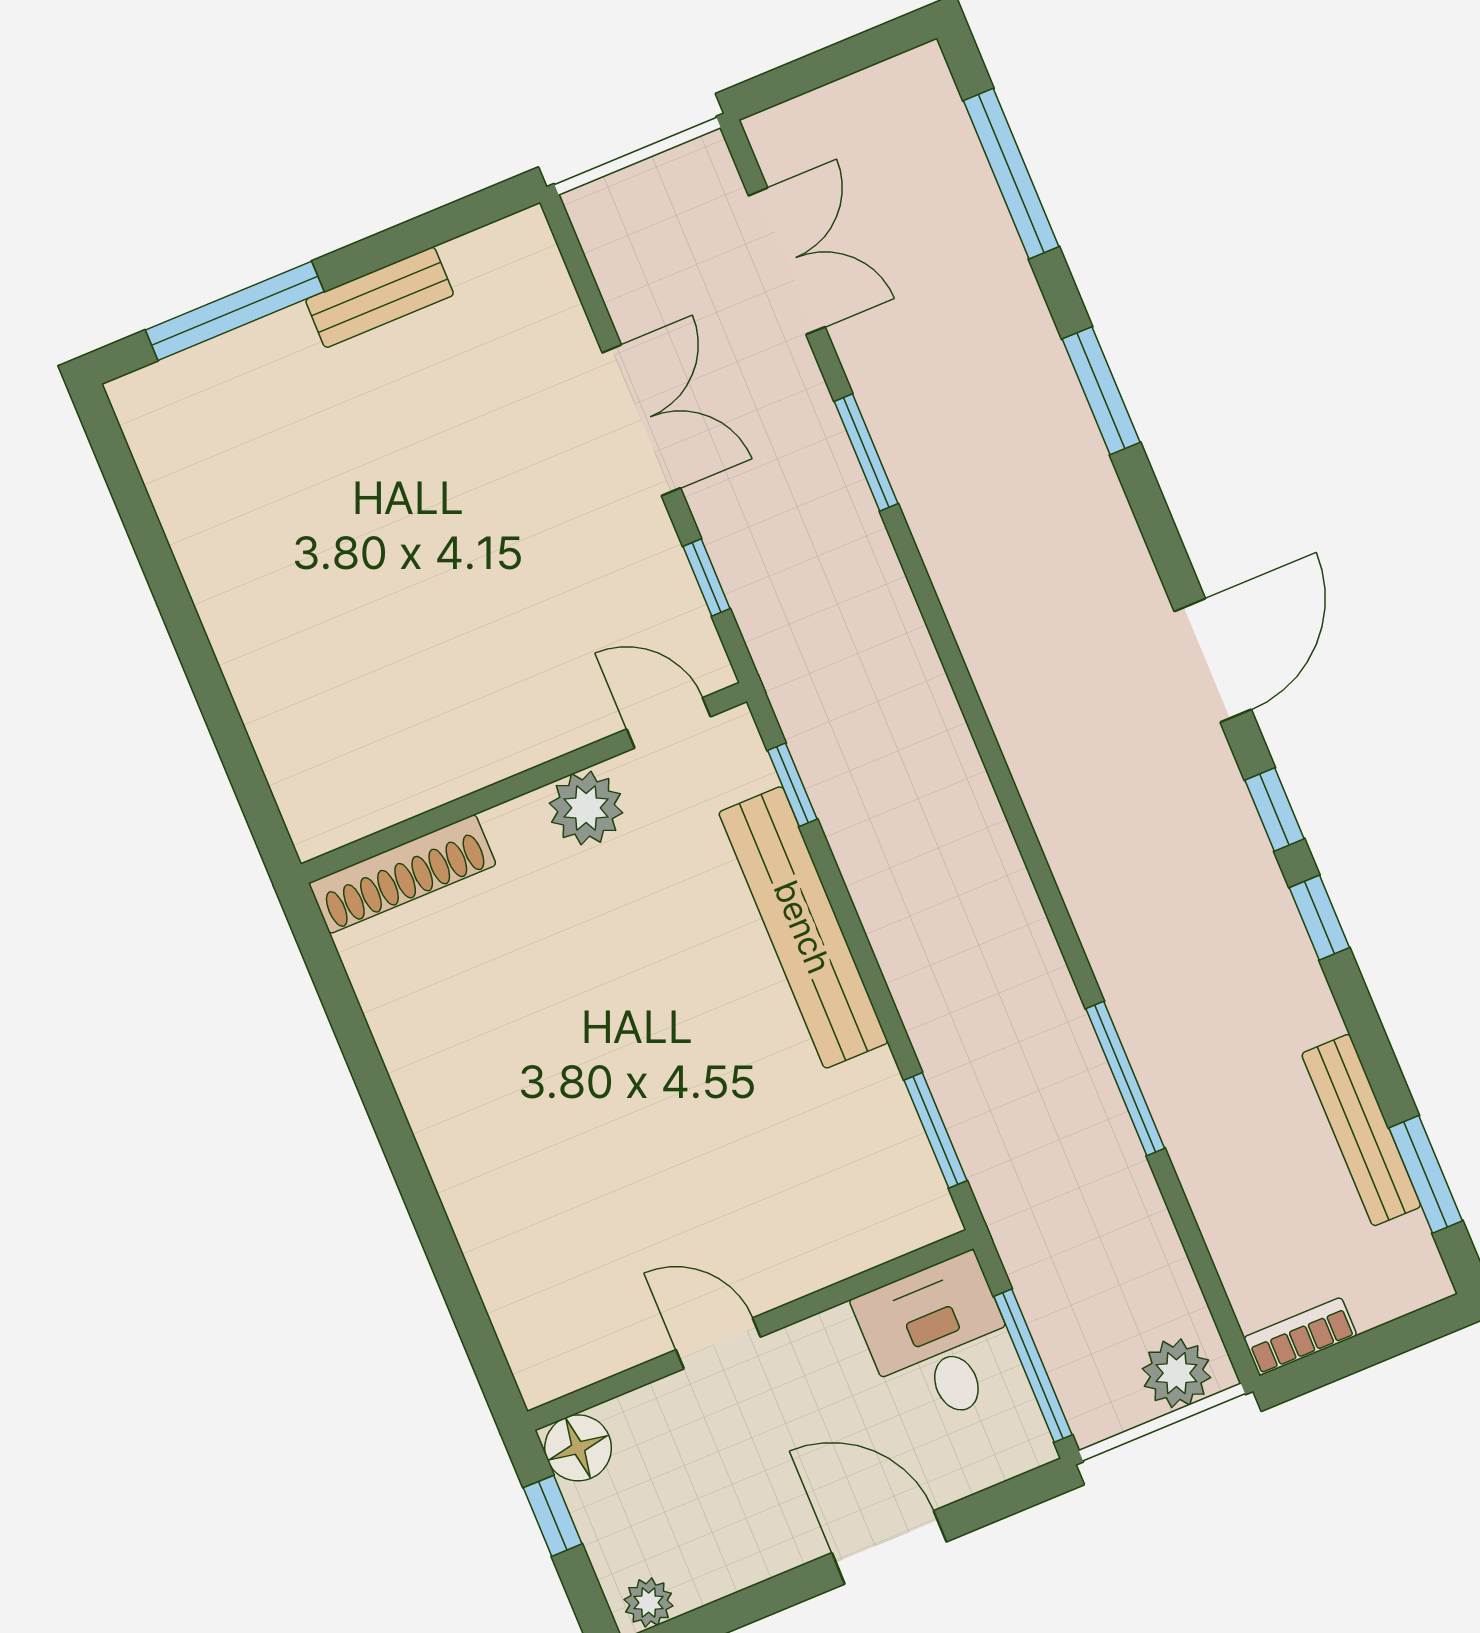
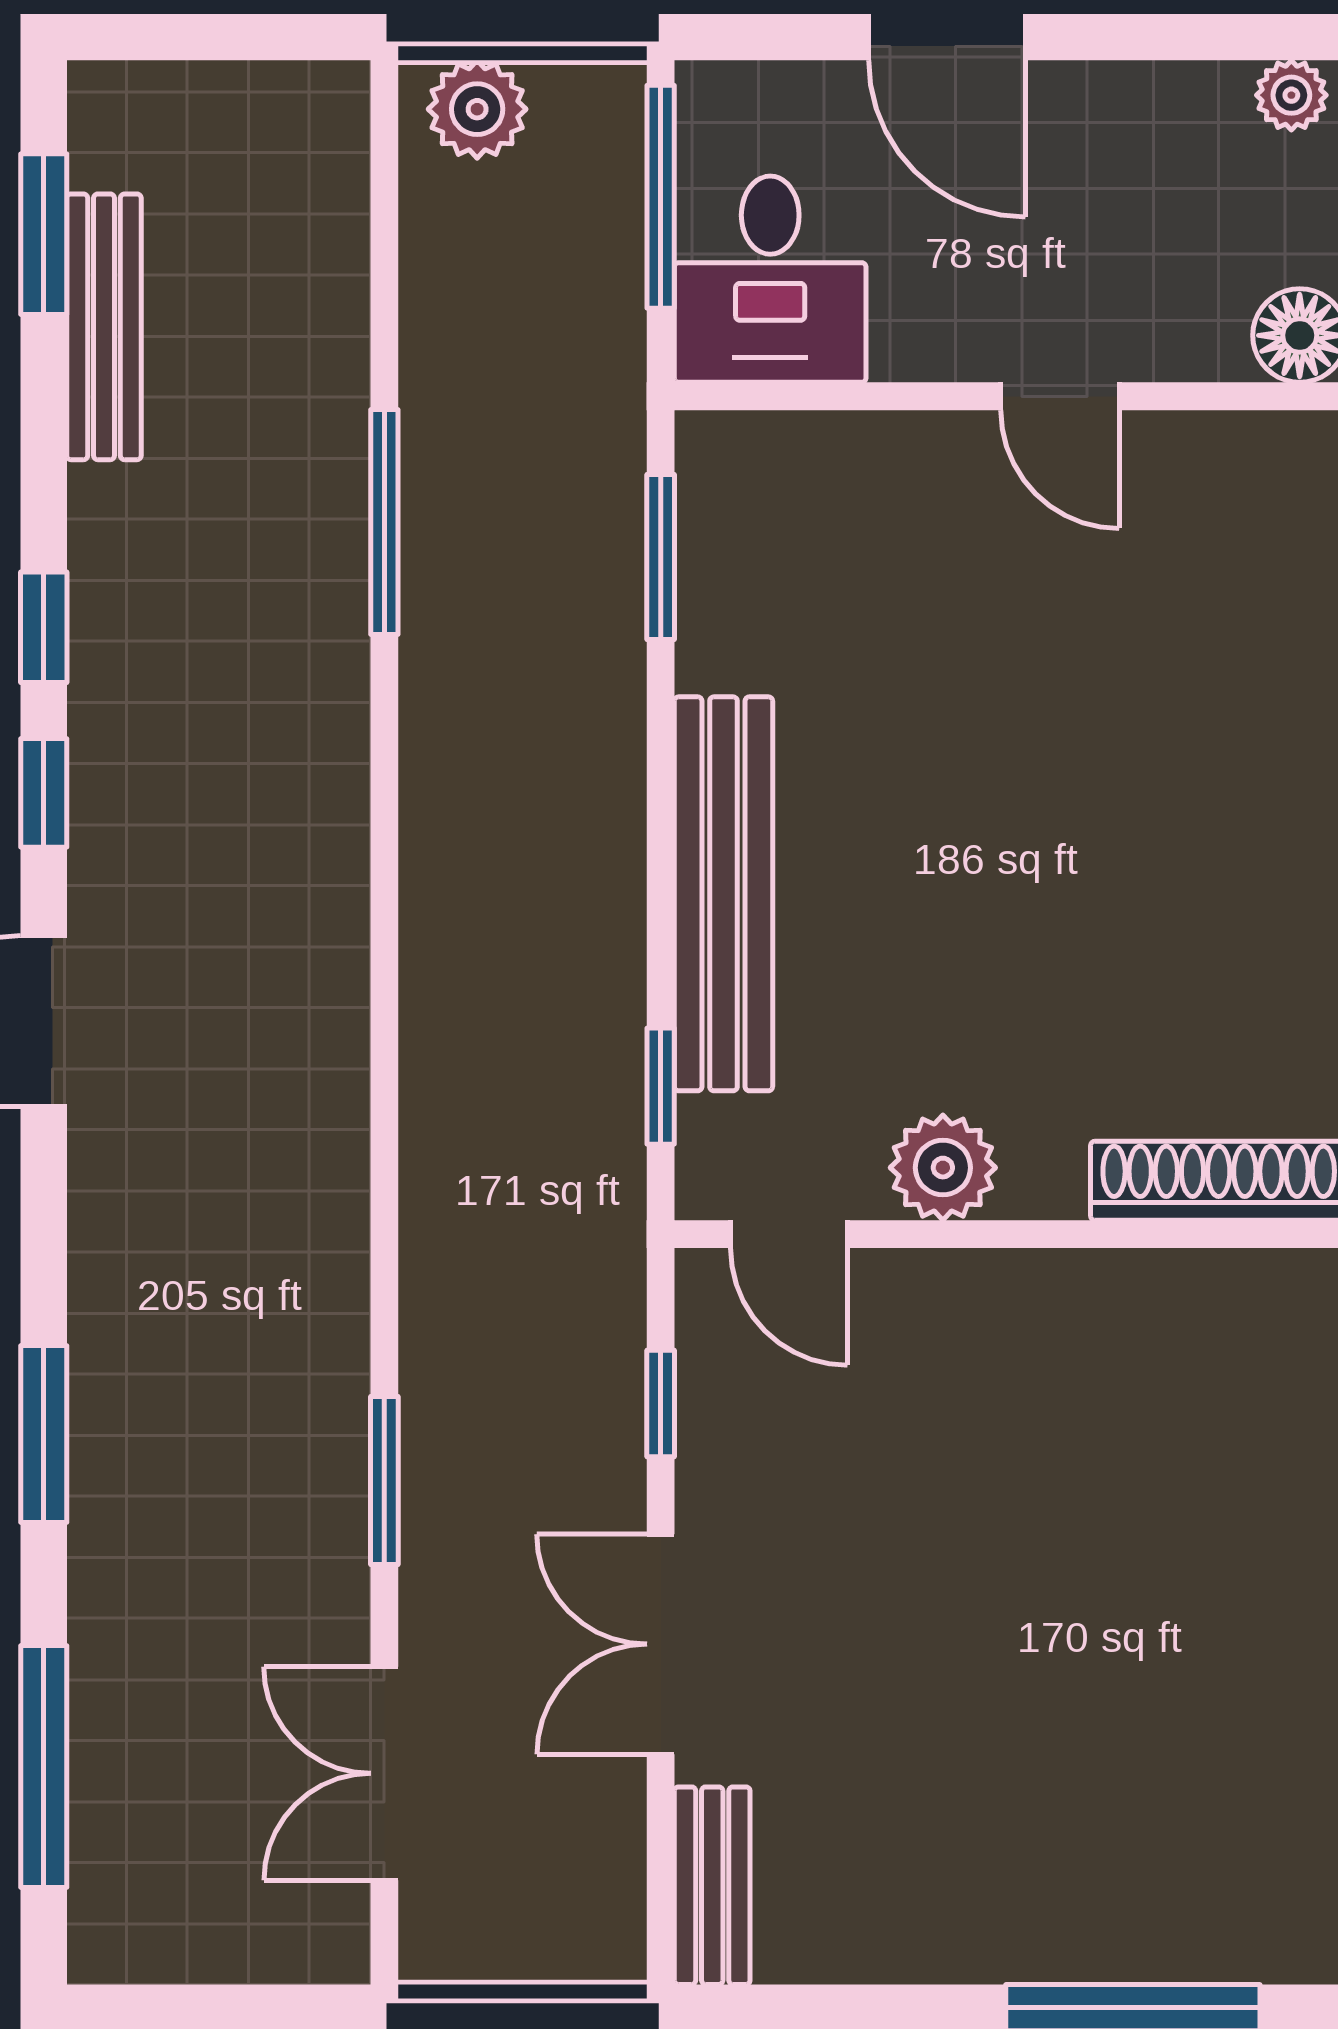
bench: (380, 297) -> (712, 1886), moved, turned 90
bookcase: (1300, 1337) -> (296, 90), removed

